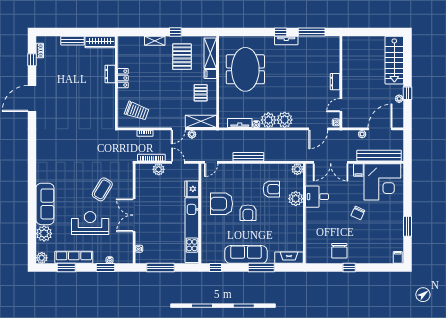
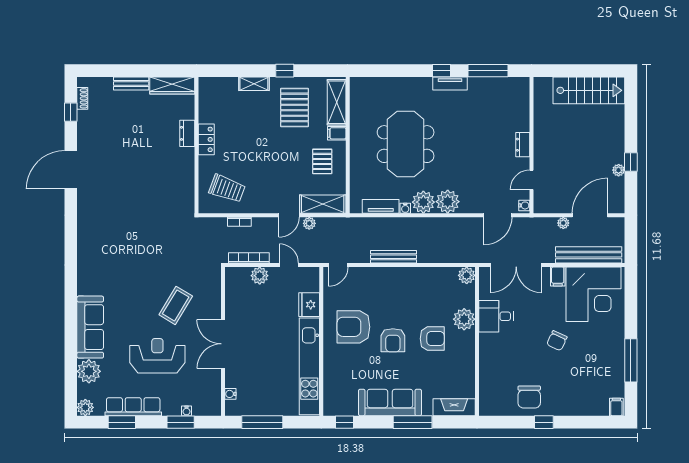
stairs: (394, 60) -> (589, 90), moved, turned -90
meeting table: (245, 69) -> (406, 144), moved
armchair: (271, 189) -> (432, 339), moved
window: (407, 226) -> (631, 360), width x1.44

